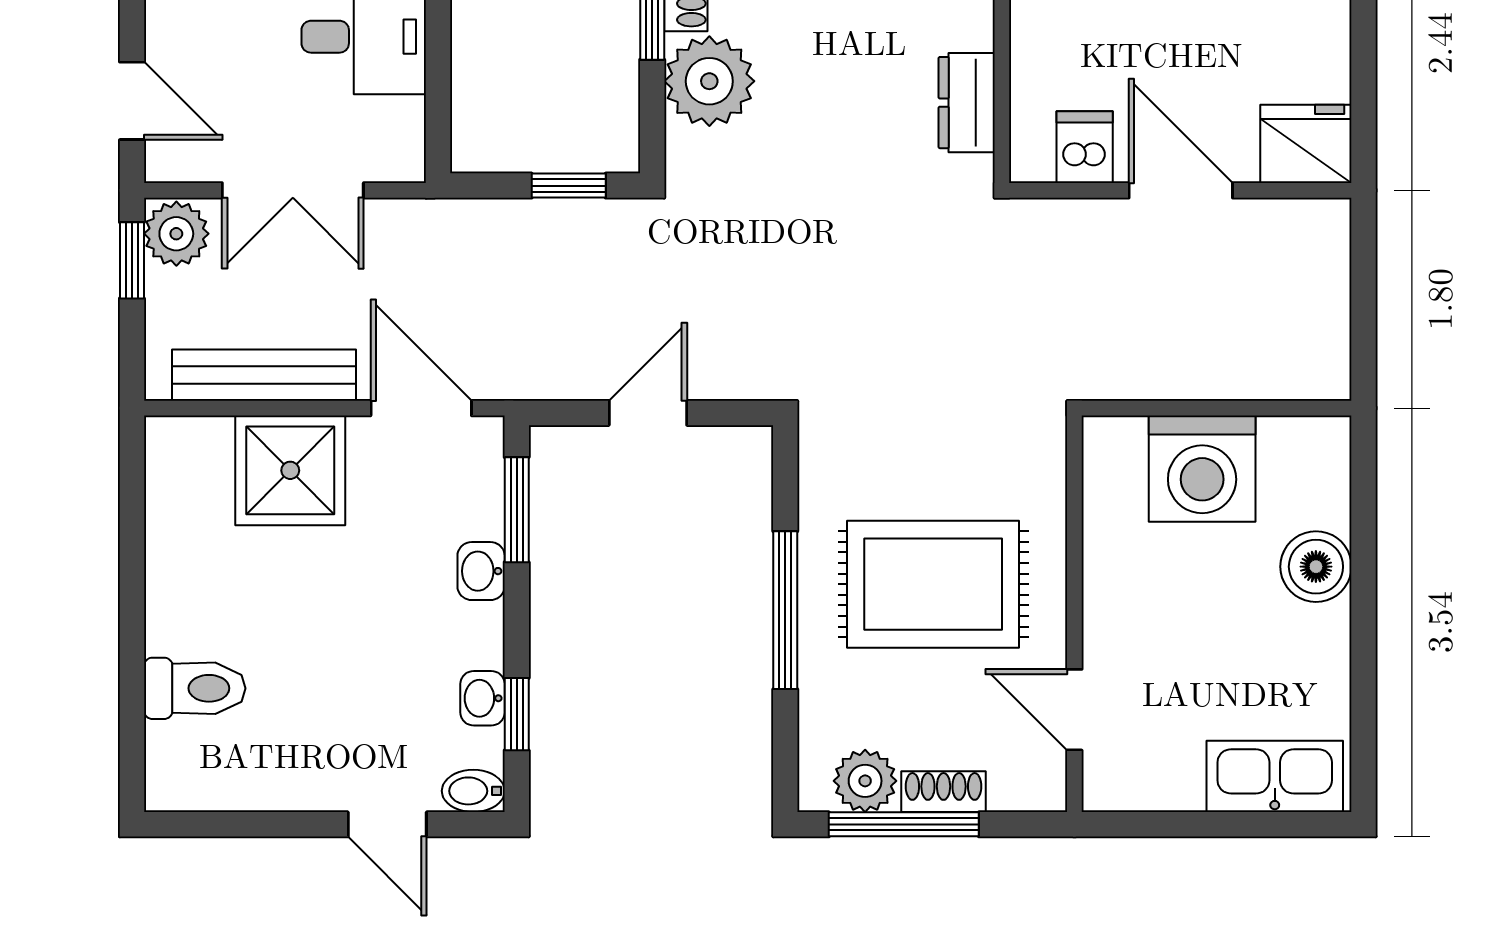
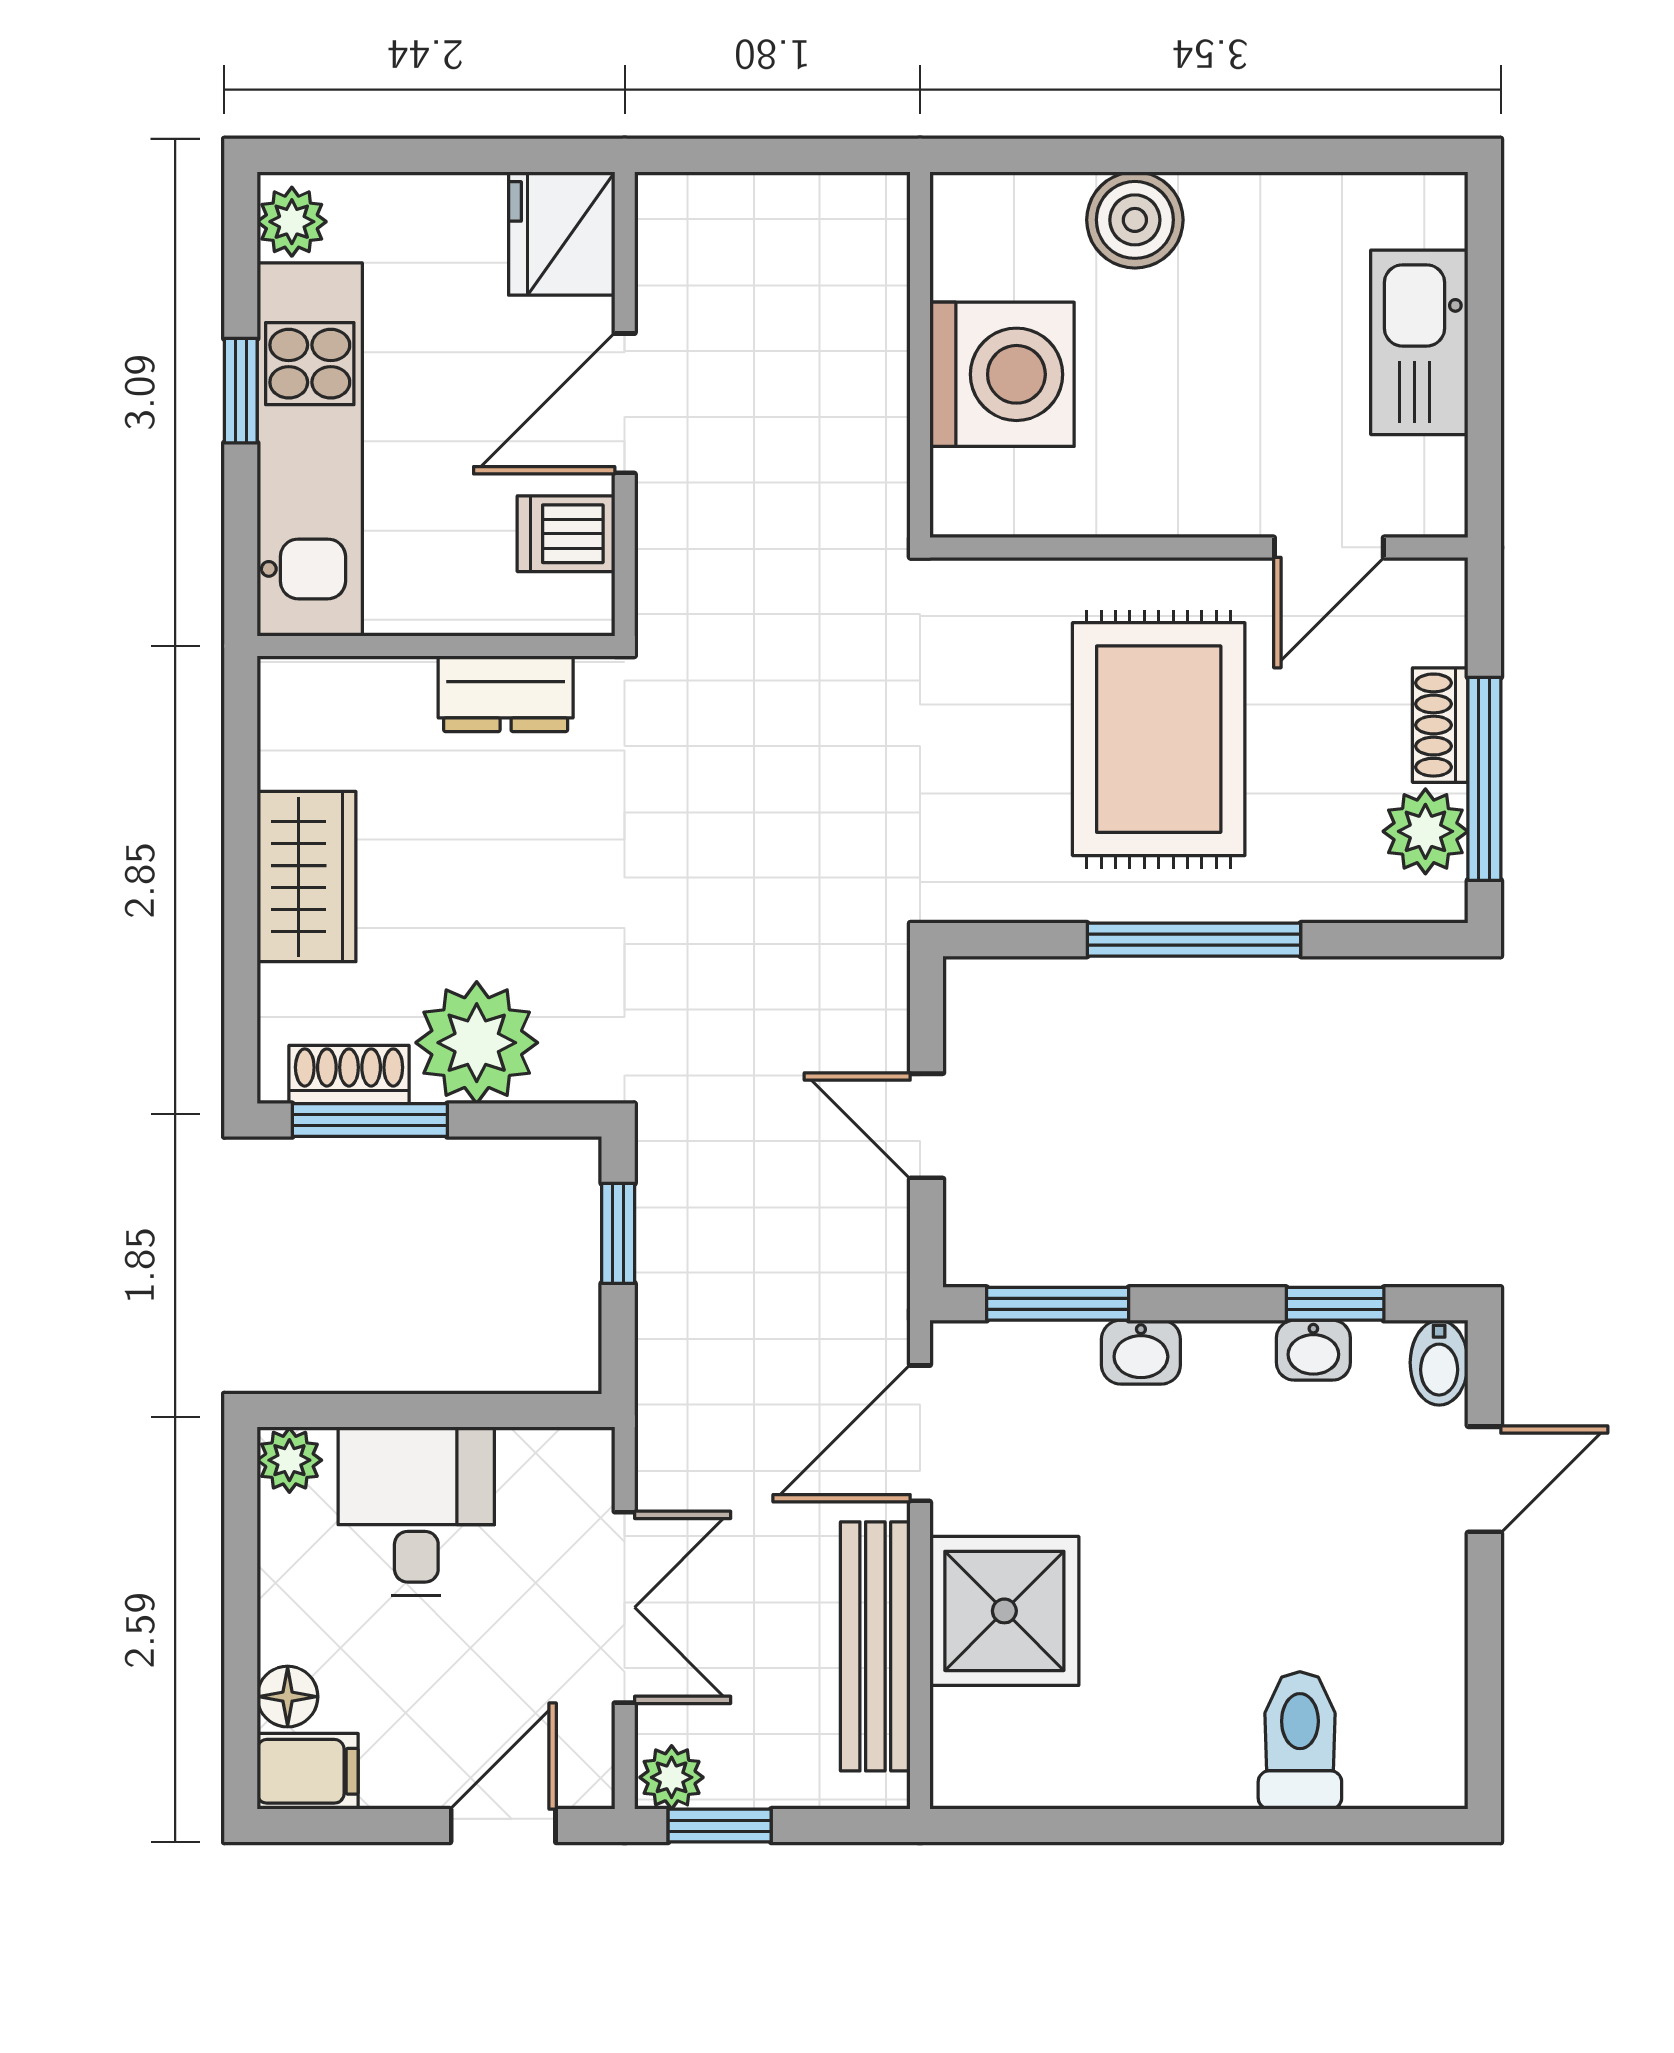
plant: (176, 234) -> (672, 1777), width x0.73, depth x0.73
kitchen sink: (1275, 776) -> (1419, 342), moved

